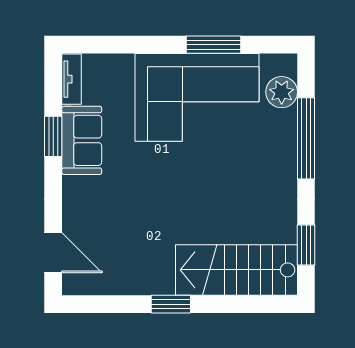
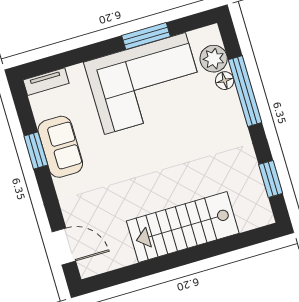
tv unit: (72, 79) -> (46, 82), moved, turned 90
floor lamp: (287, 120) -> (225, 81), added
stairs: (236, 270) -> (183, 227), moved
window: (171, 304) -> (173, 260), removed

